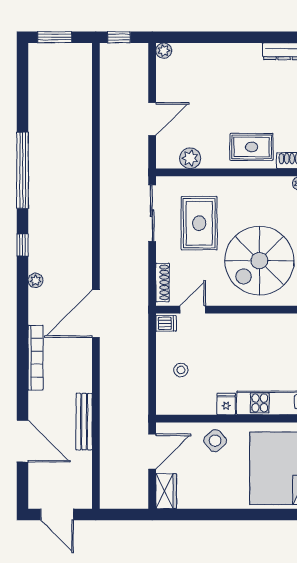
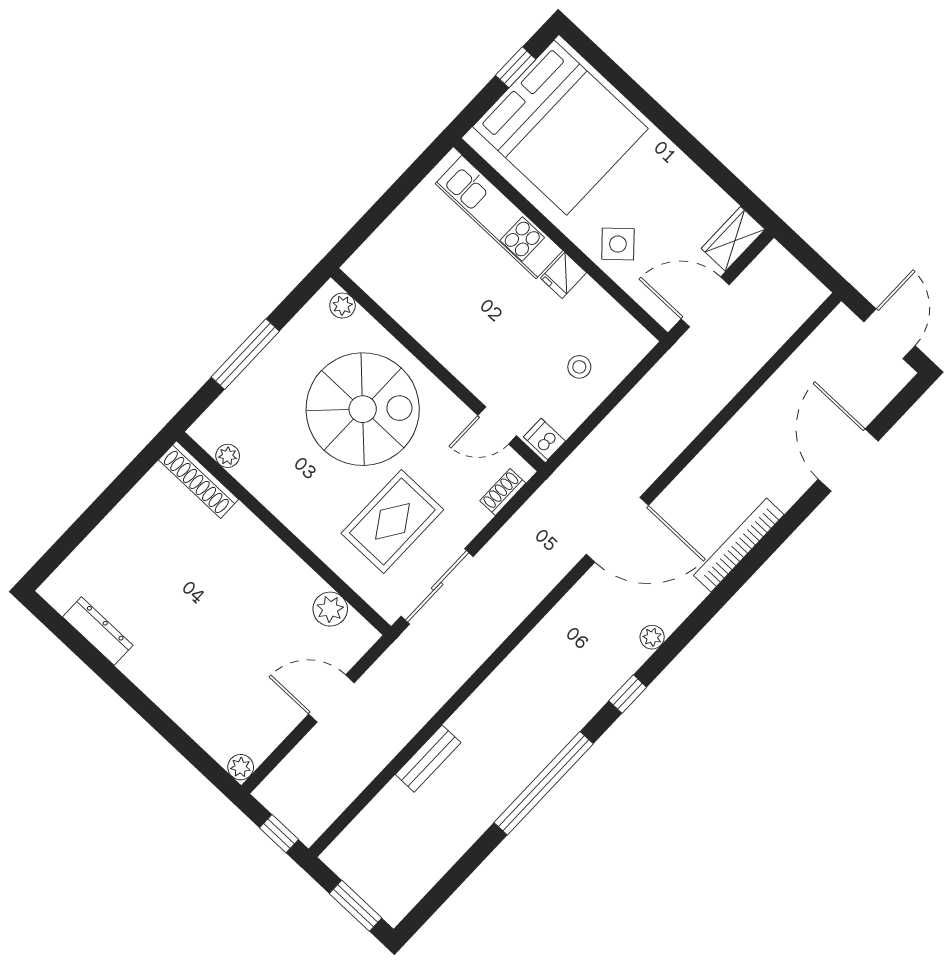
rug: (252, 147) -> (244, 553), removed
shoe rack: (163, 282) -> (503, 492), width x0.70
bench: (84, 422) -> (428, 759), moved, width x0.73

